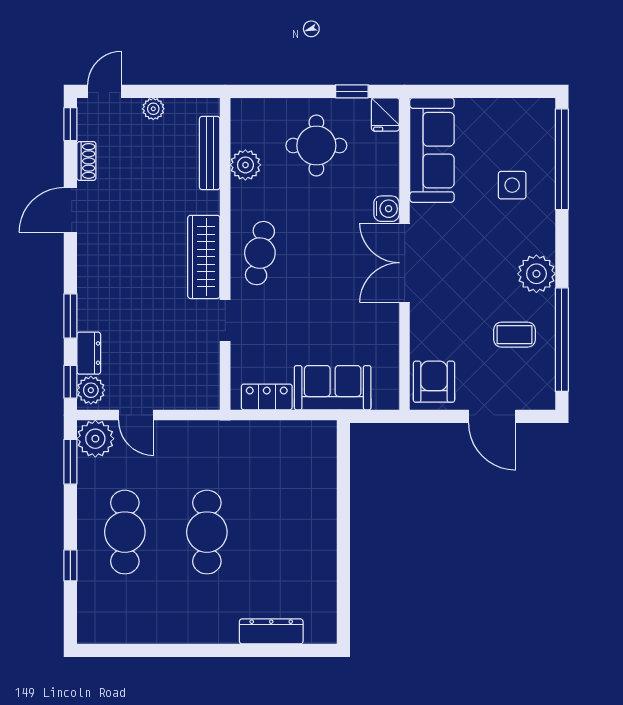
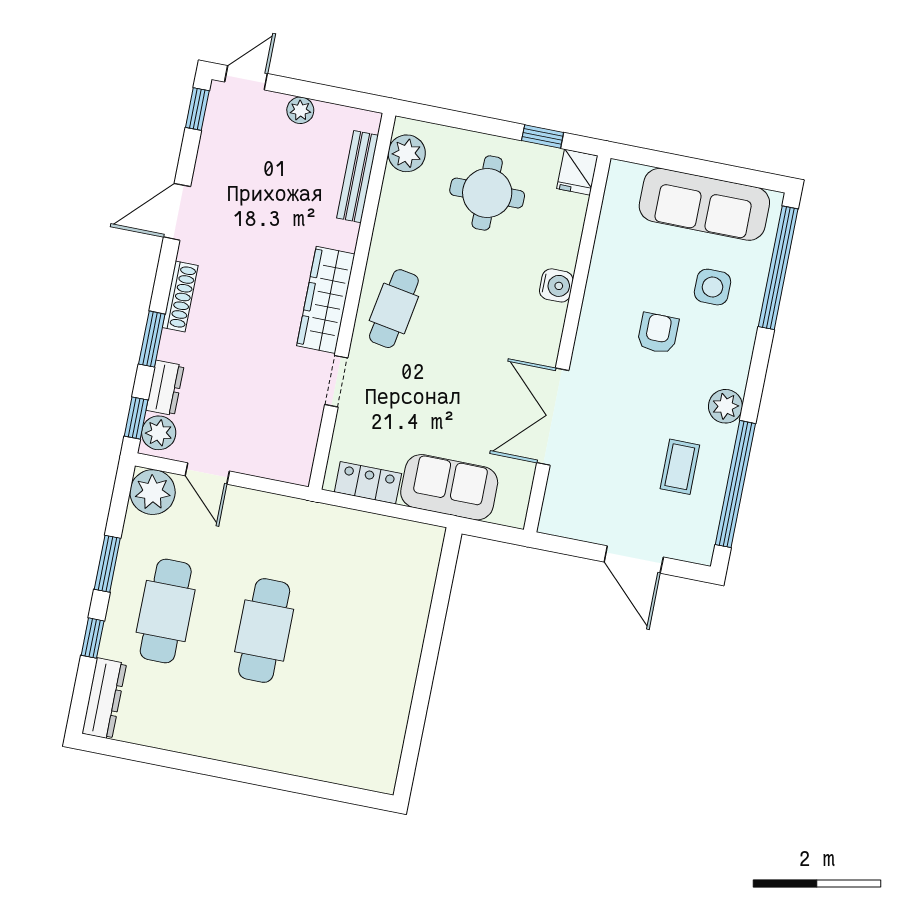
sofa: (432, 150) -> (704, 204), moved, turned 90
shoe rack: (86, 161) -> (180, 296), moved, width x1.43
plant: (245, 165) -> (407, 153), moved
double door: (405, 263) -> (553, 417), moved
plant: (536, 274) -> (725, 406), width x0.73, depth x0.73
coffee table: (515, 335) -> (680, 467), turned 90
armchair: (434, 382) -> (658, 333), moved, width x0.72, depth x0.72
window: (70, 462) -> (107, 564), moved
dresser: (271, 631) -> (104, 699), moved, turned 90

